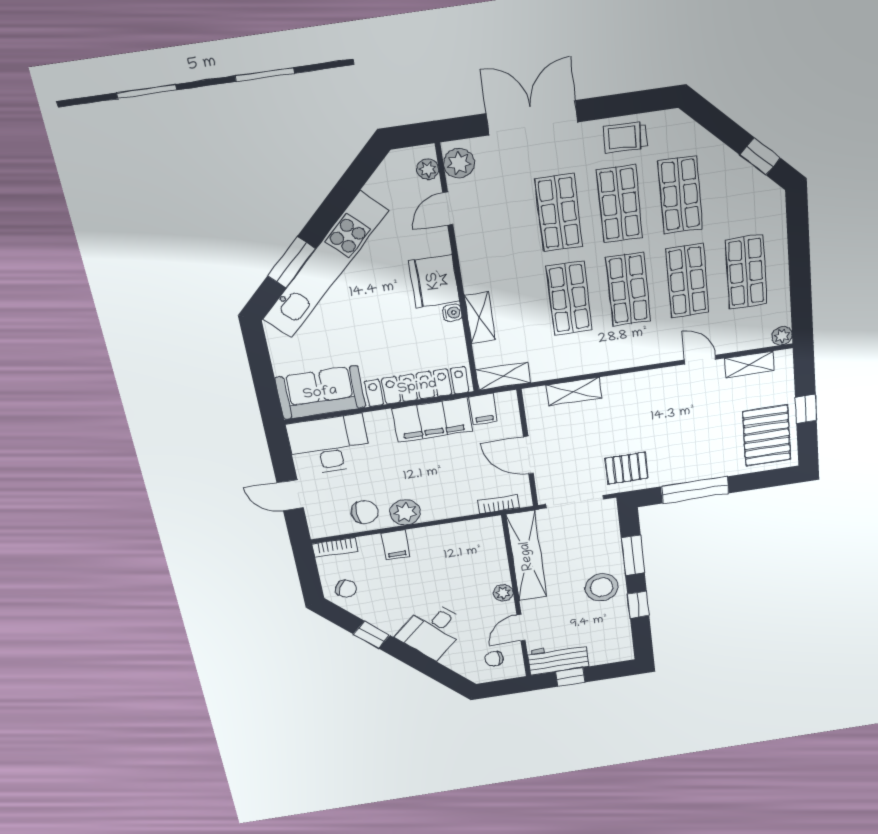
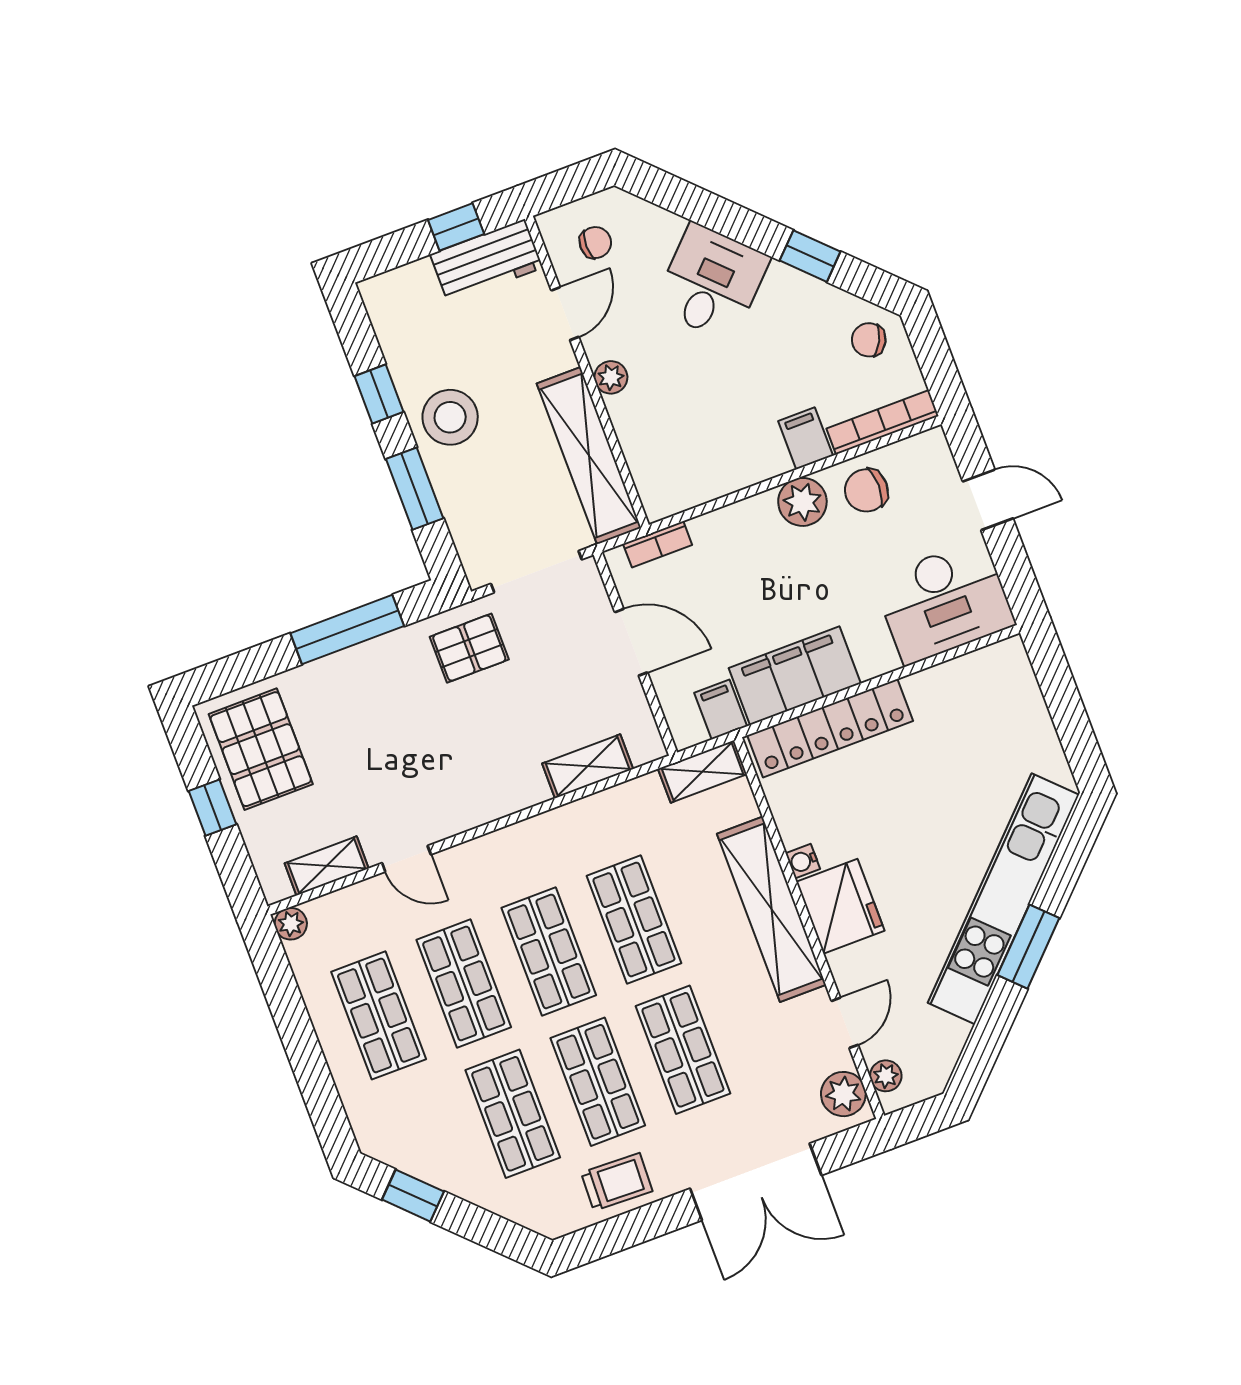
window: (292, 262) -> (1028, 947), moved
shelving: (480, 318) -> (771, 909), width x2.20, depth x1.33
sofa: (320, 393) -> (973, 690), removed
bookcase: (335, 548) -> (882, 422), width x1.56

